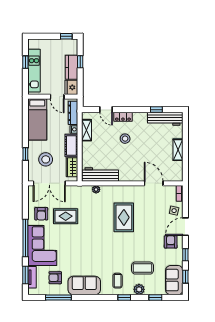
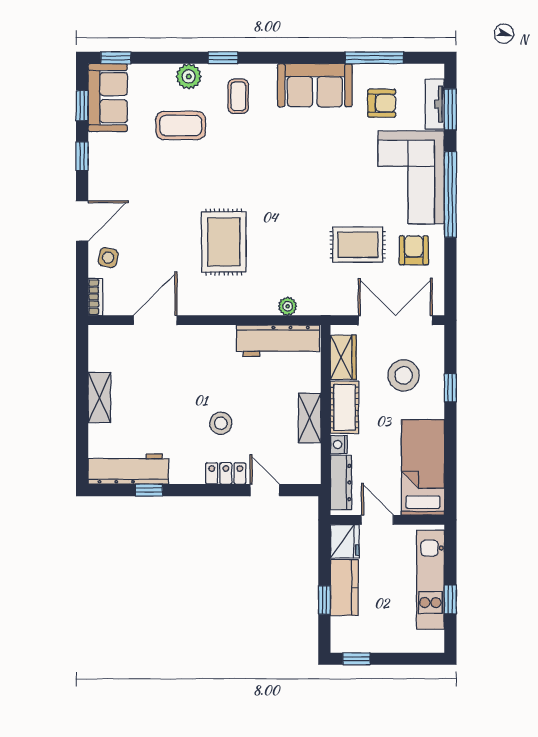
shelving: (86, 130) -> (310, 418), moved
door: (154, 183) -> (155, 320), swing flipped
armchair: (171, 242) -> (116, 186), removed
window: (155, 297) -> (116, 58), moved

